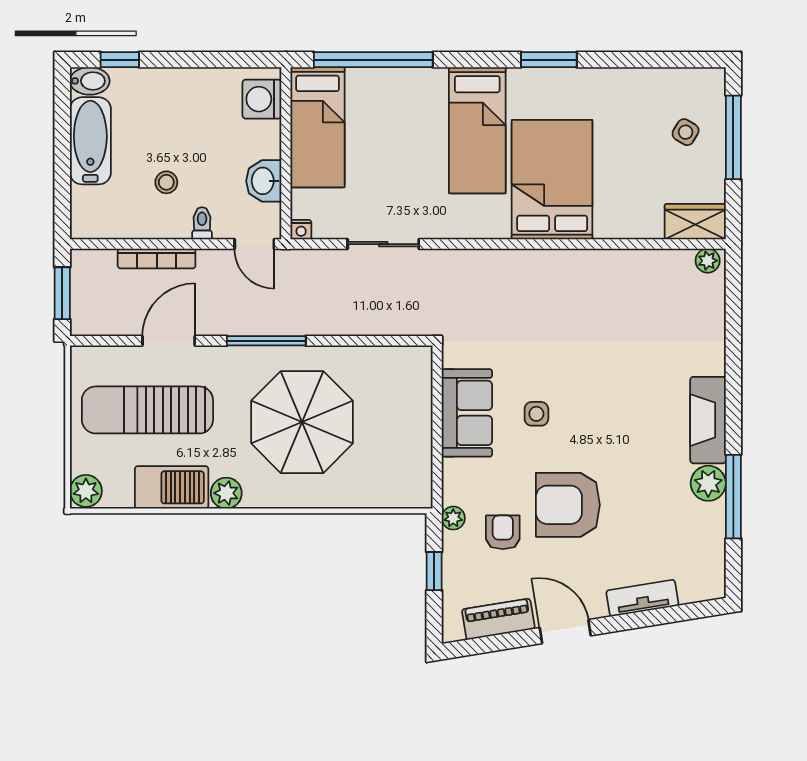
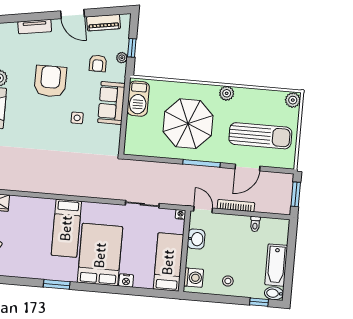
window: (373, 60) -> (139, 292), removed
nightstand: (403, 81) -> (126, 280), added
bed: (477, 130) -> (100, 255), width x1.50
bed: (552, 180) -> (66, 228), width x0.67
stool: (166, 182) -> (228, 281), moved
toilet: (202, 223) -> (255, 224), moved
bookcase: (157, 259) -> (236, 206), moved
sofa: (467, 413) -> (111, 103), moved
barbecue: (172, 487) -> (138, 99), moved, turned -90
armchair: (568, 505) -> (50, 81), moved, turned -90
plant: (453, 518) -> (122, 58), moved

